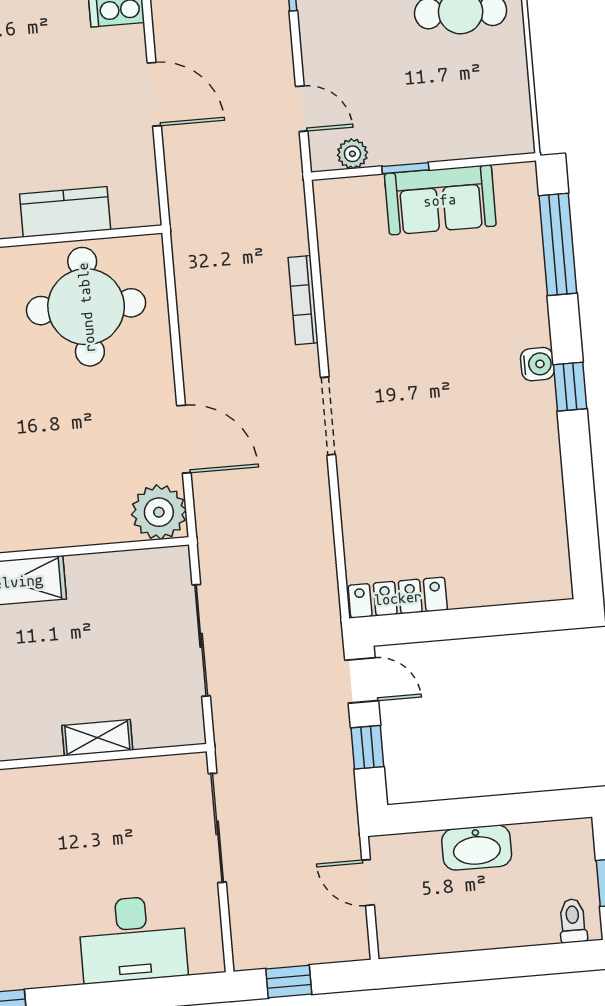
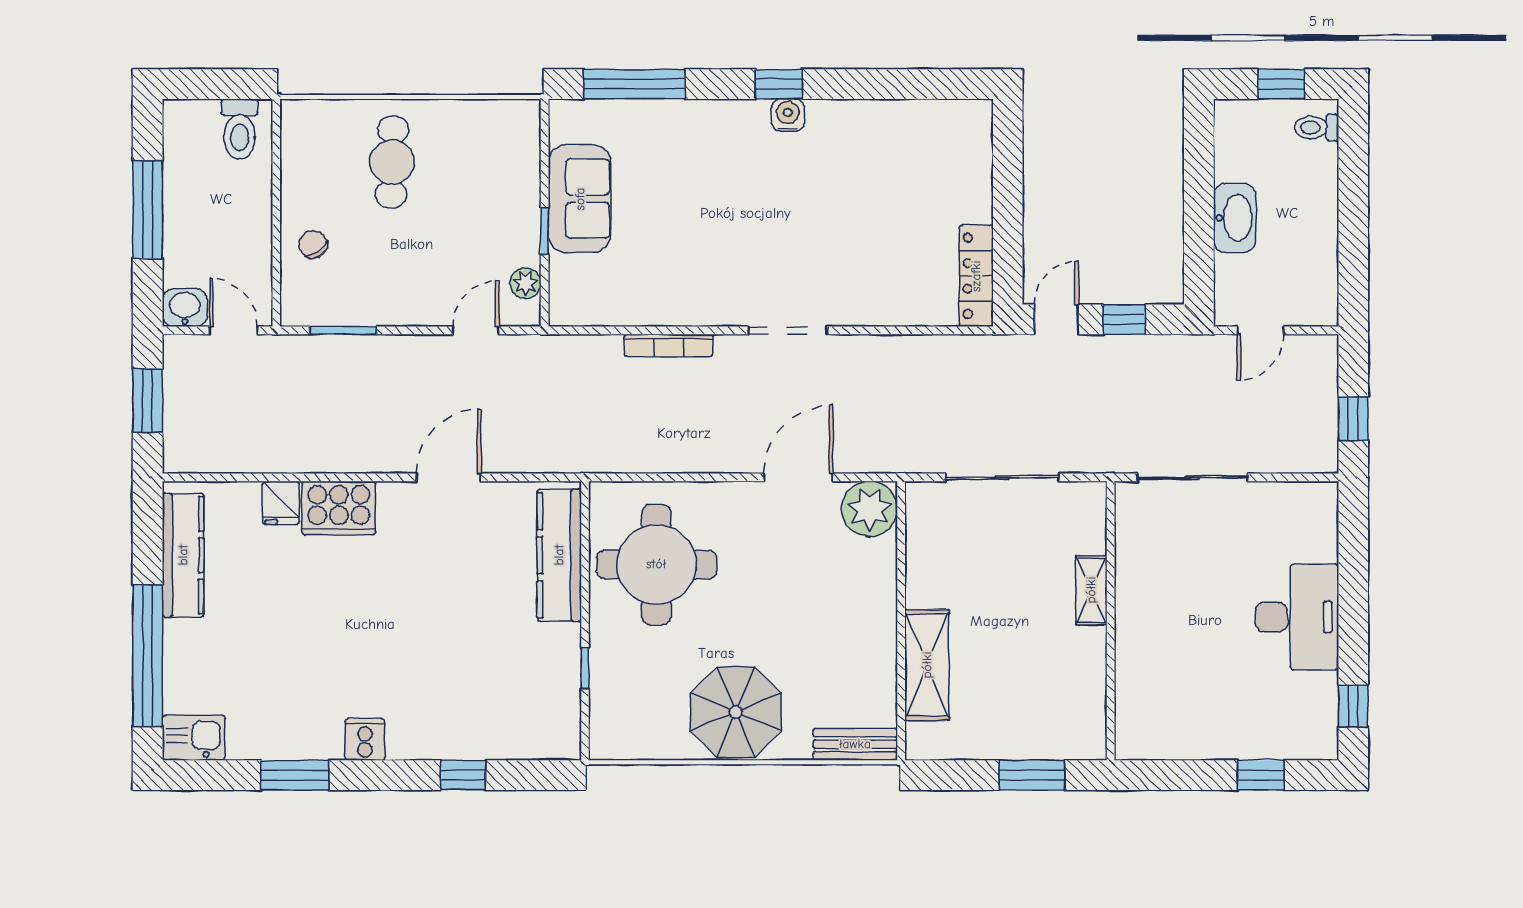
kitchen counter: (65, 212) -> (559, 555), width x1.50
water cooler: (537, 364) -> (788, 115), moved
desk: (133, 939) -> (1297, 617), moved

